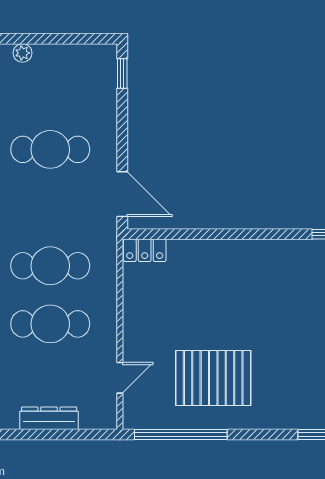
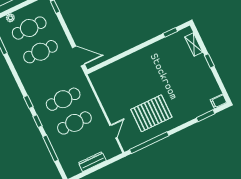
cafe table: (50, 91) -> (29, 28), added
locker: (145, 250) -> (99, 75), removed

